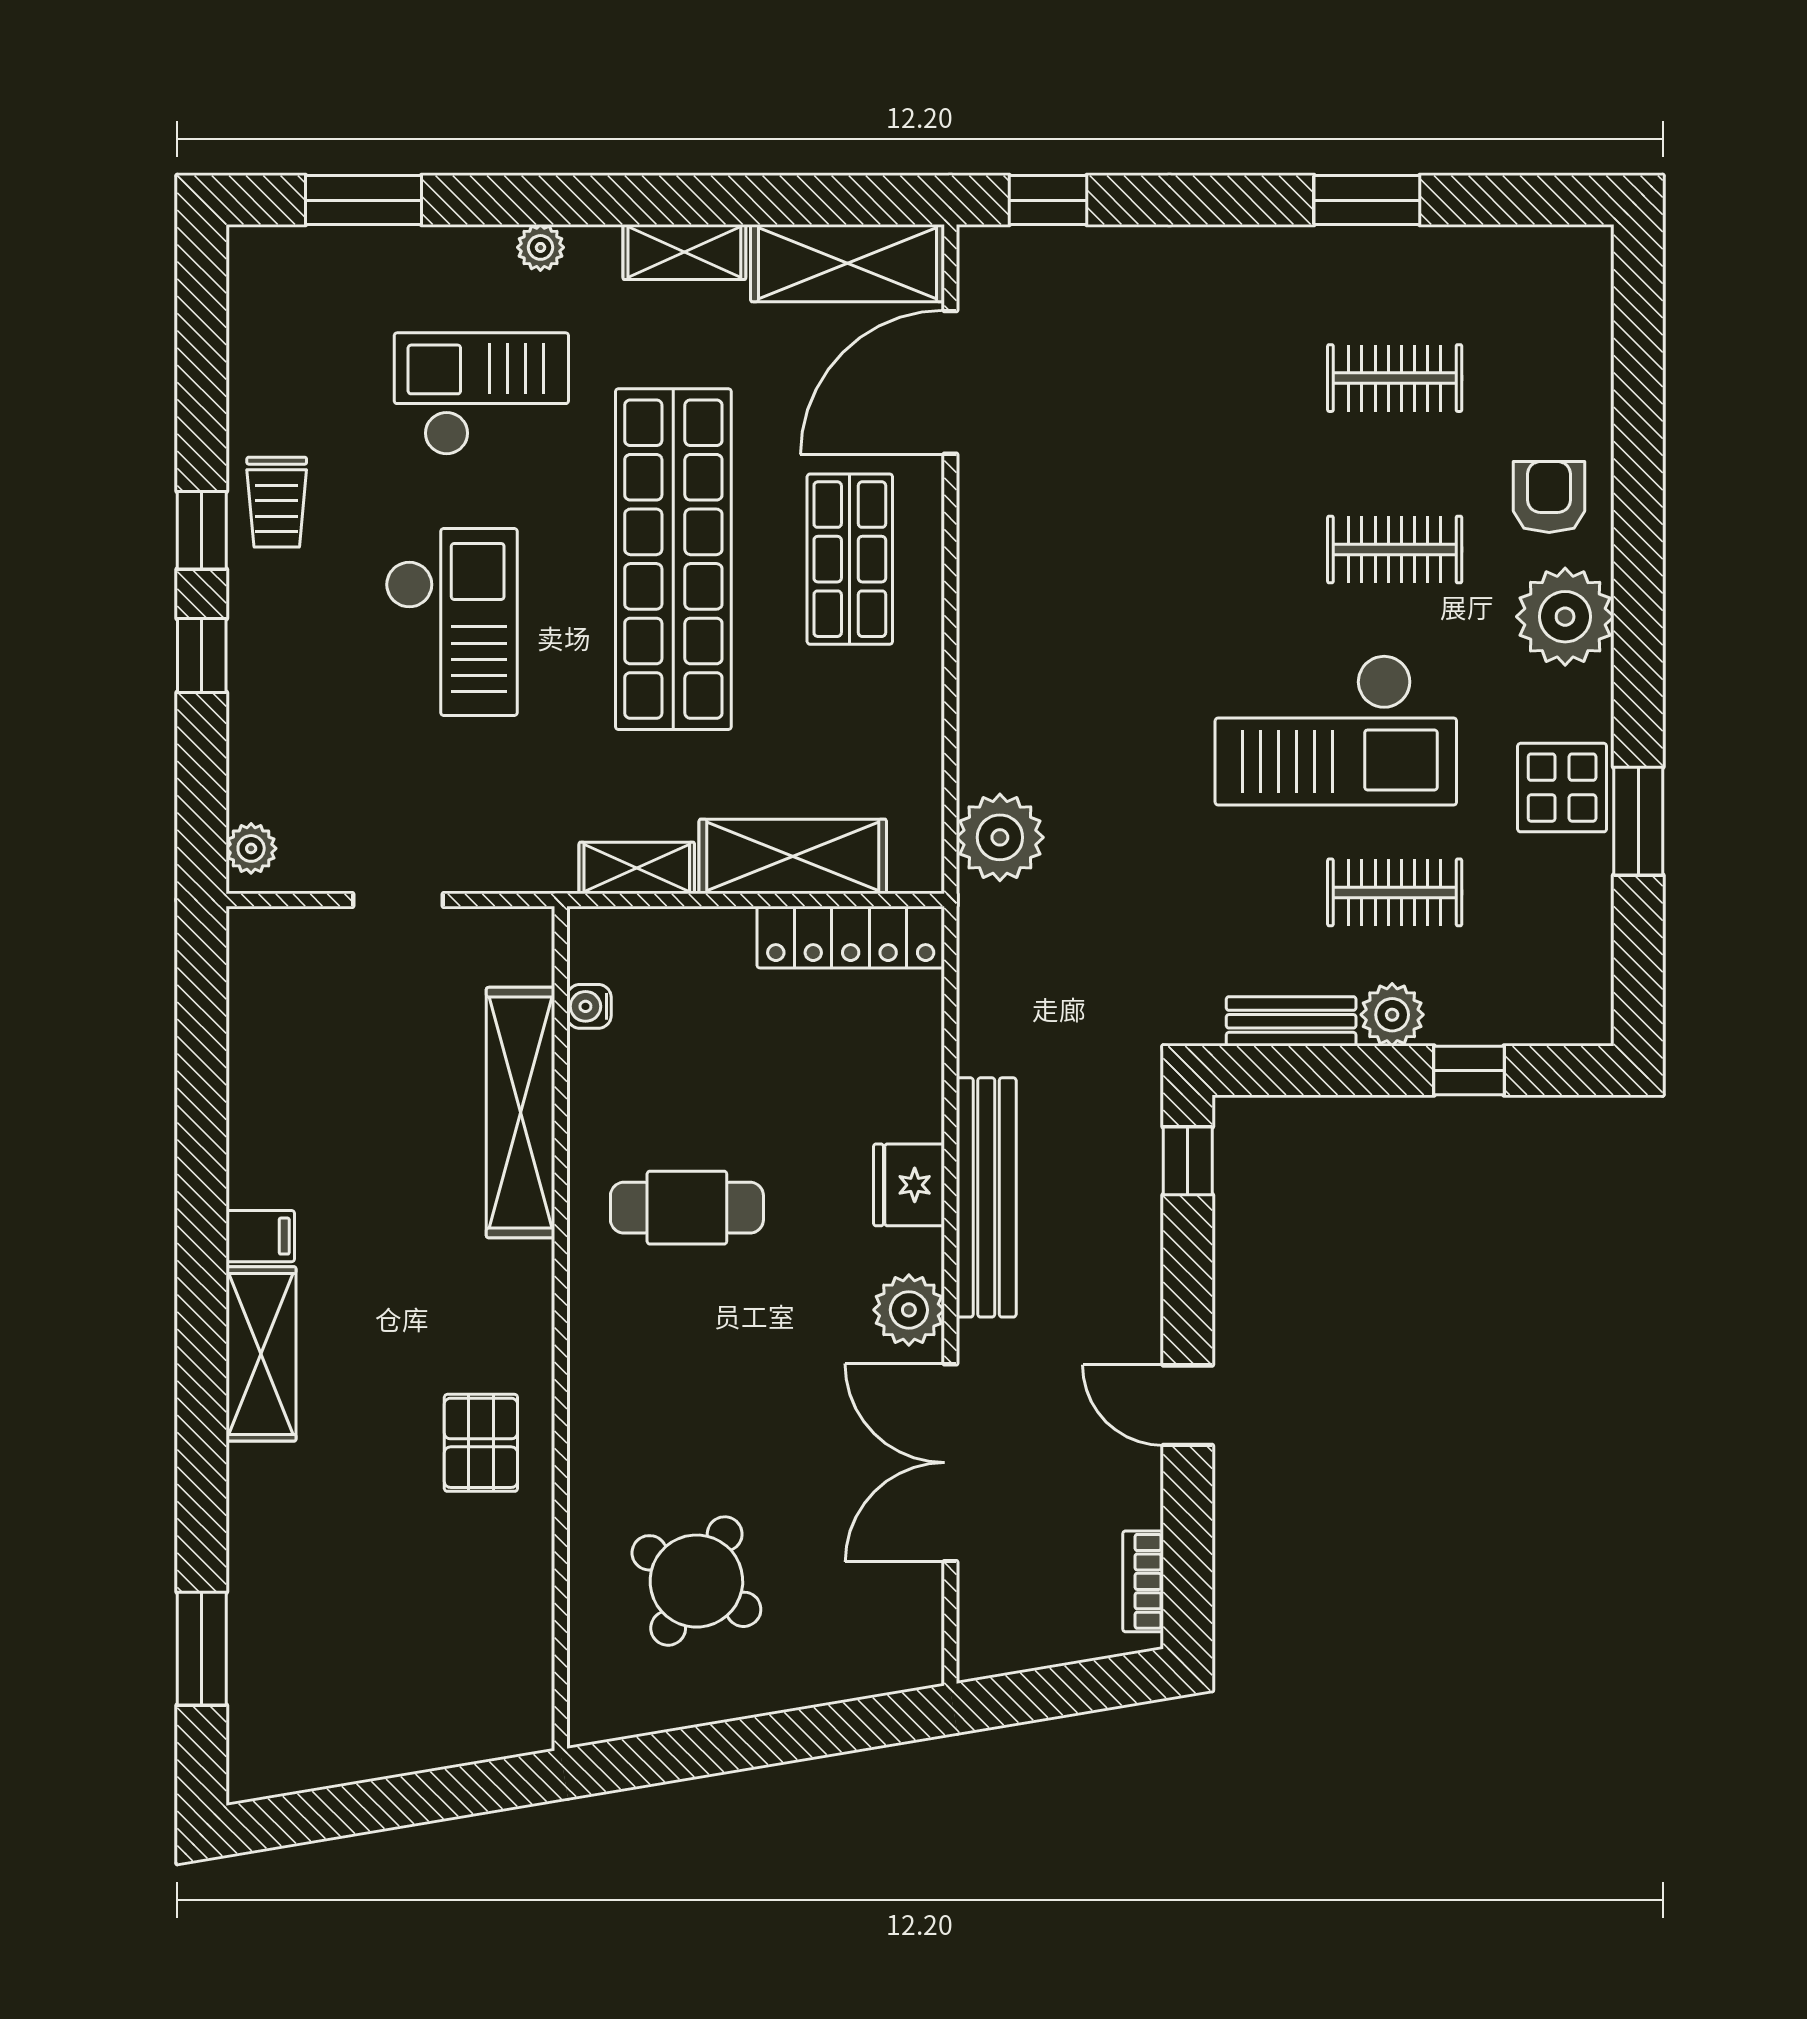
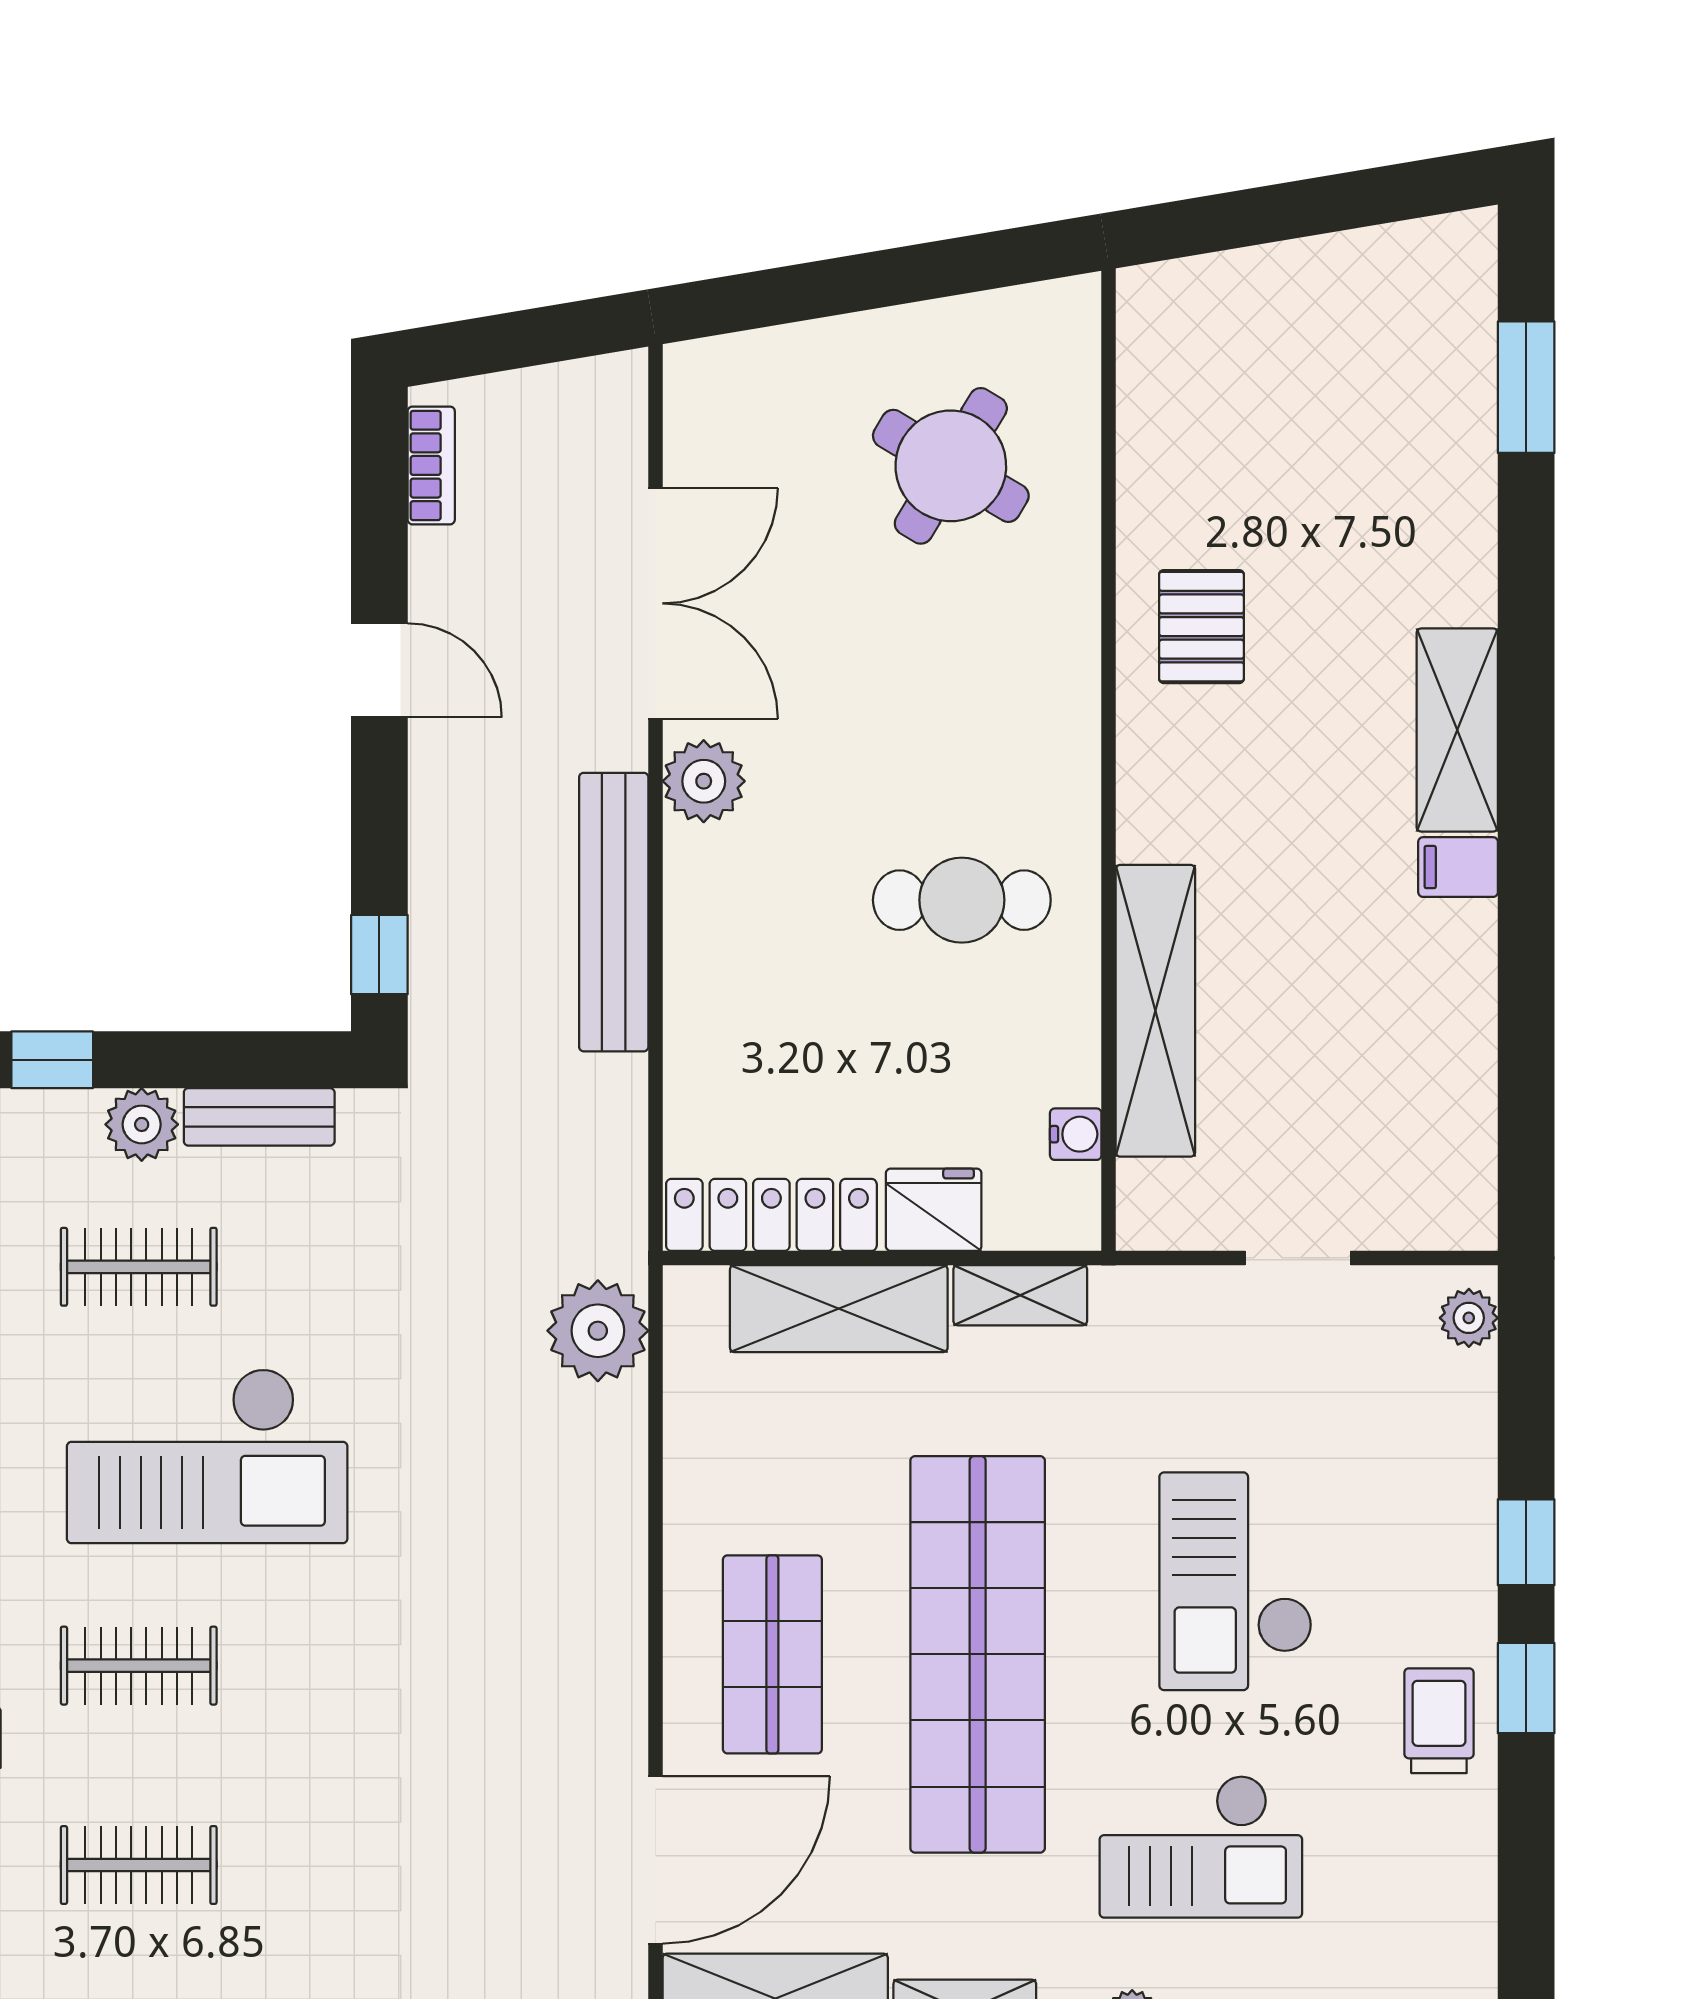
checkout: (1336, 730) -> (207, 1456), turned 180
fridge: (909, 1185) -> (934, 1210), moved, turned -90

